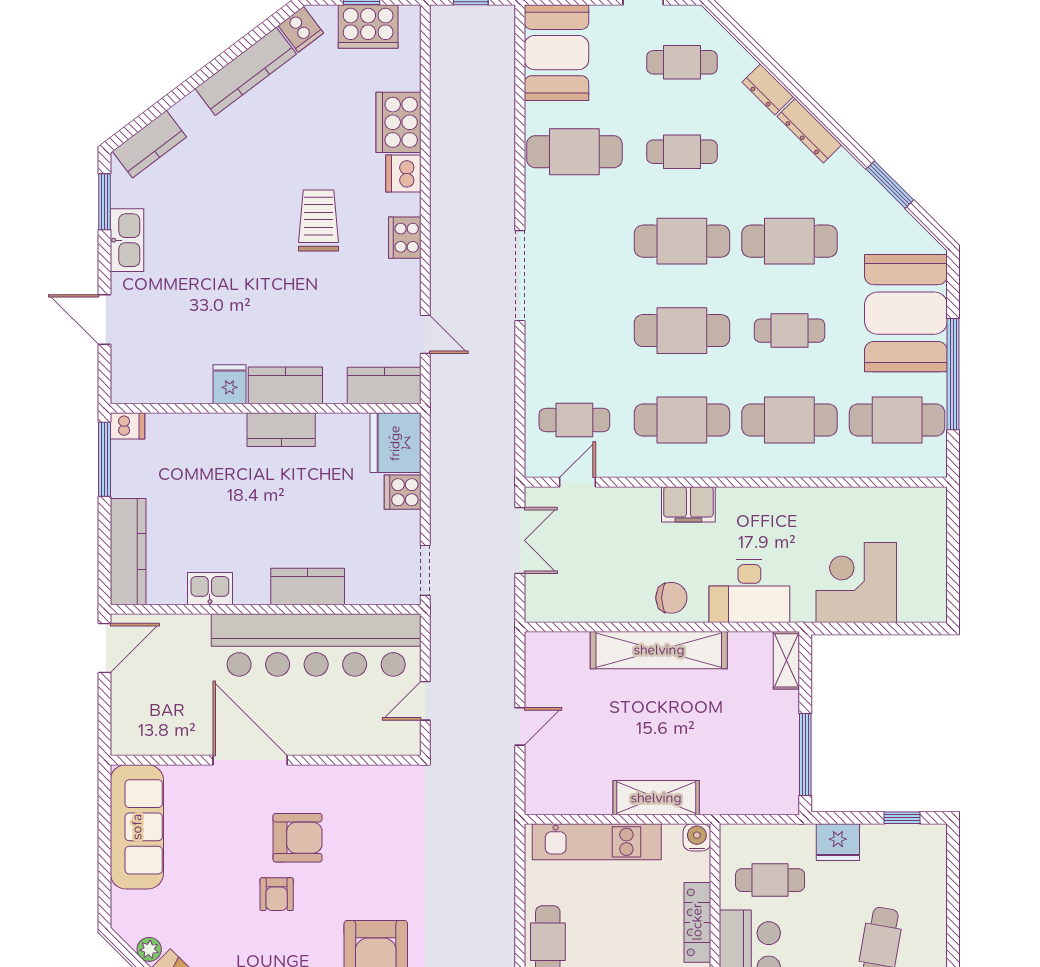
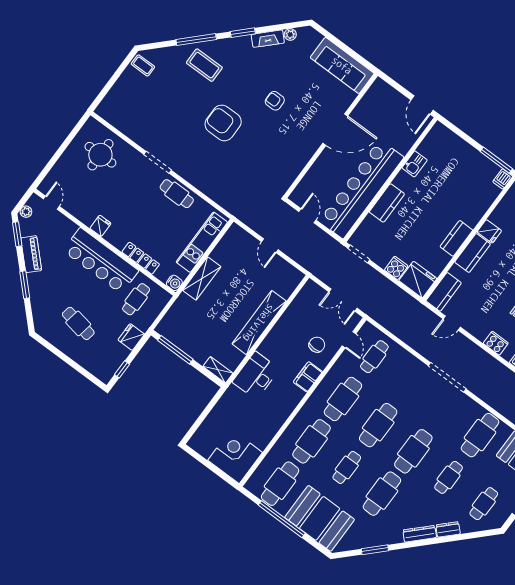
kitchen counter: (128, 552) -> (453, 143), removed
corner desk: (856, 582) -> (235, 456), moved, turned -90
chair: (671, 598) -> (317, 345), moved, turned 180
armchair: (298, 838) -> (291, 126), removed

